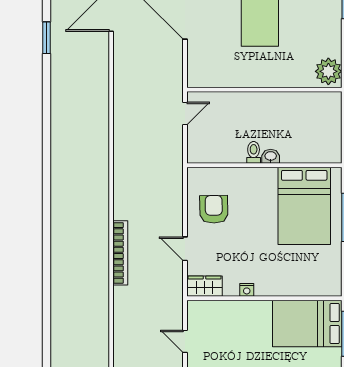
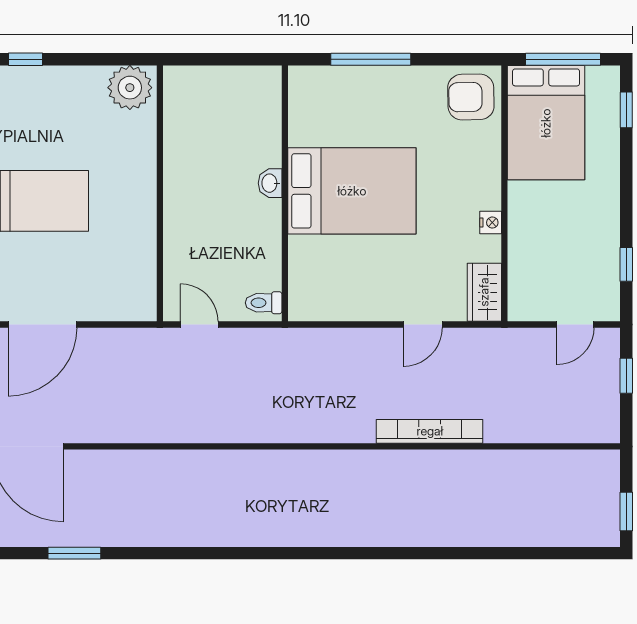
toilet: (254, 152) -> (264, 303), moved
bed: (304, 206) -> (352, 191), moved
armchair: (214, 209) -> (471, 97), moved

